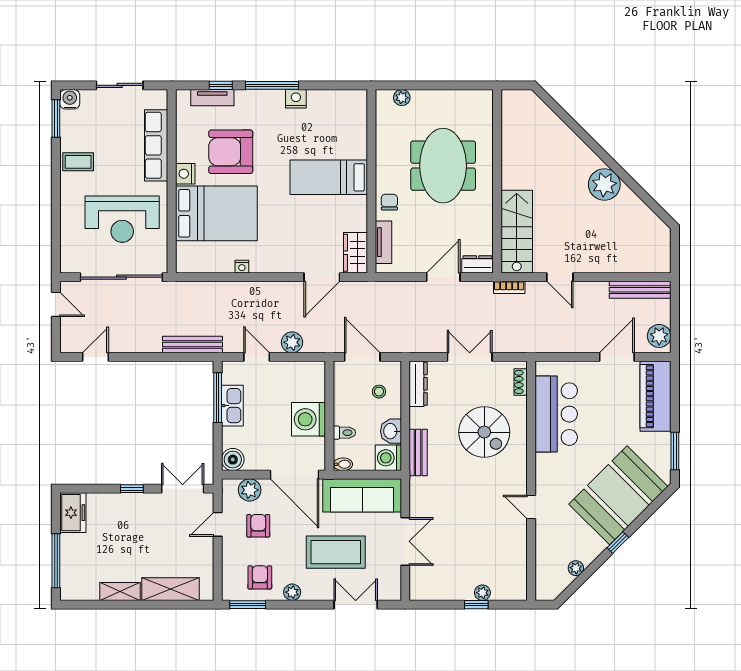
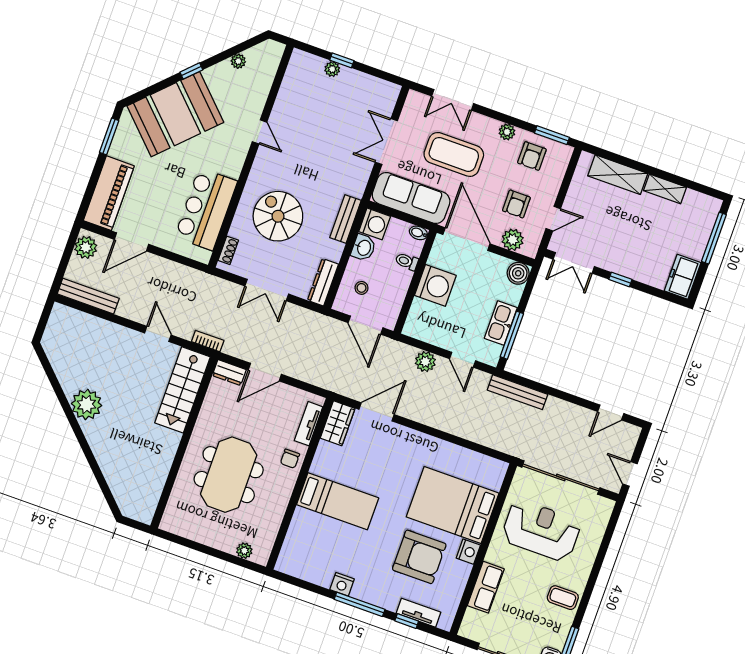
row of seats: (156, 145) -> (486, 587), width x0.68
nightstand: (242, 267) -> (447, 448), removed

